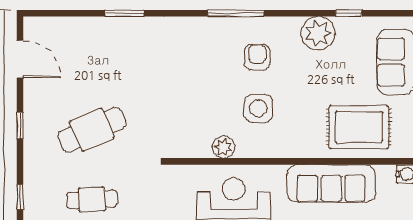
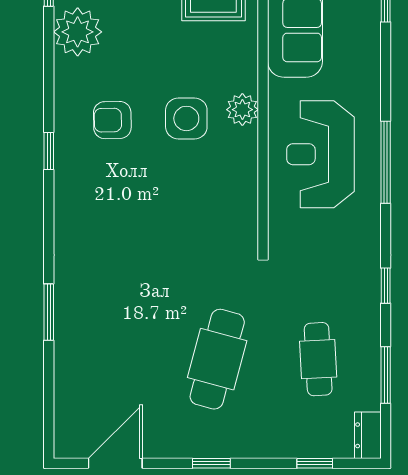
window: (236, 13) -> (49, 151), width x0.46
cafe table: (92, 130) -> (217, 359), turned 39
plant: (224, 147) -> (242, 110), moved

